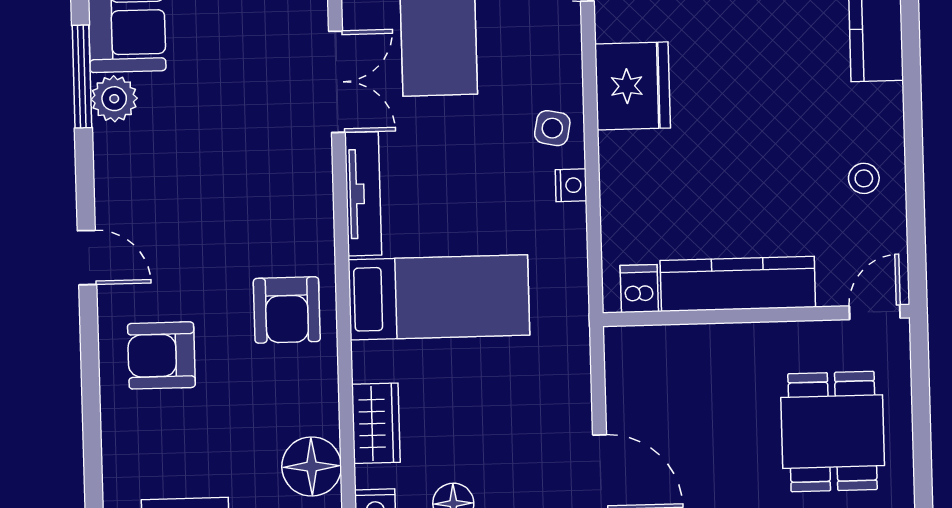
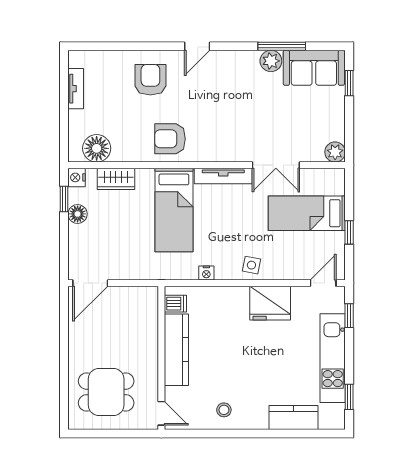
nightstand: (571, 185) -> (206, 273), moved

